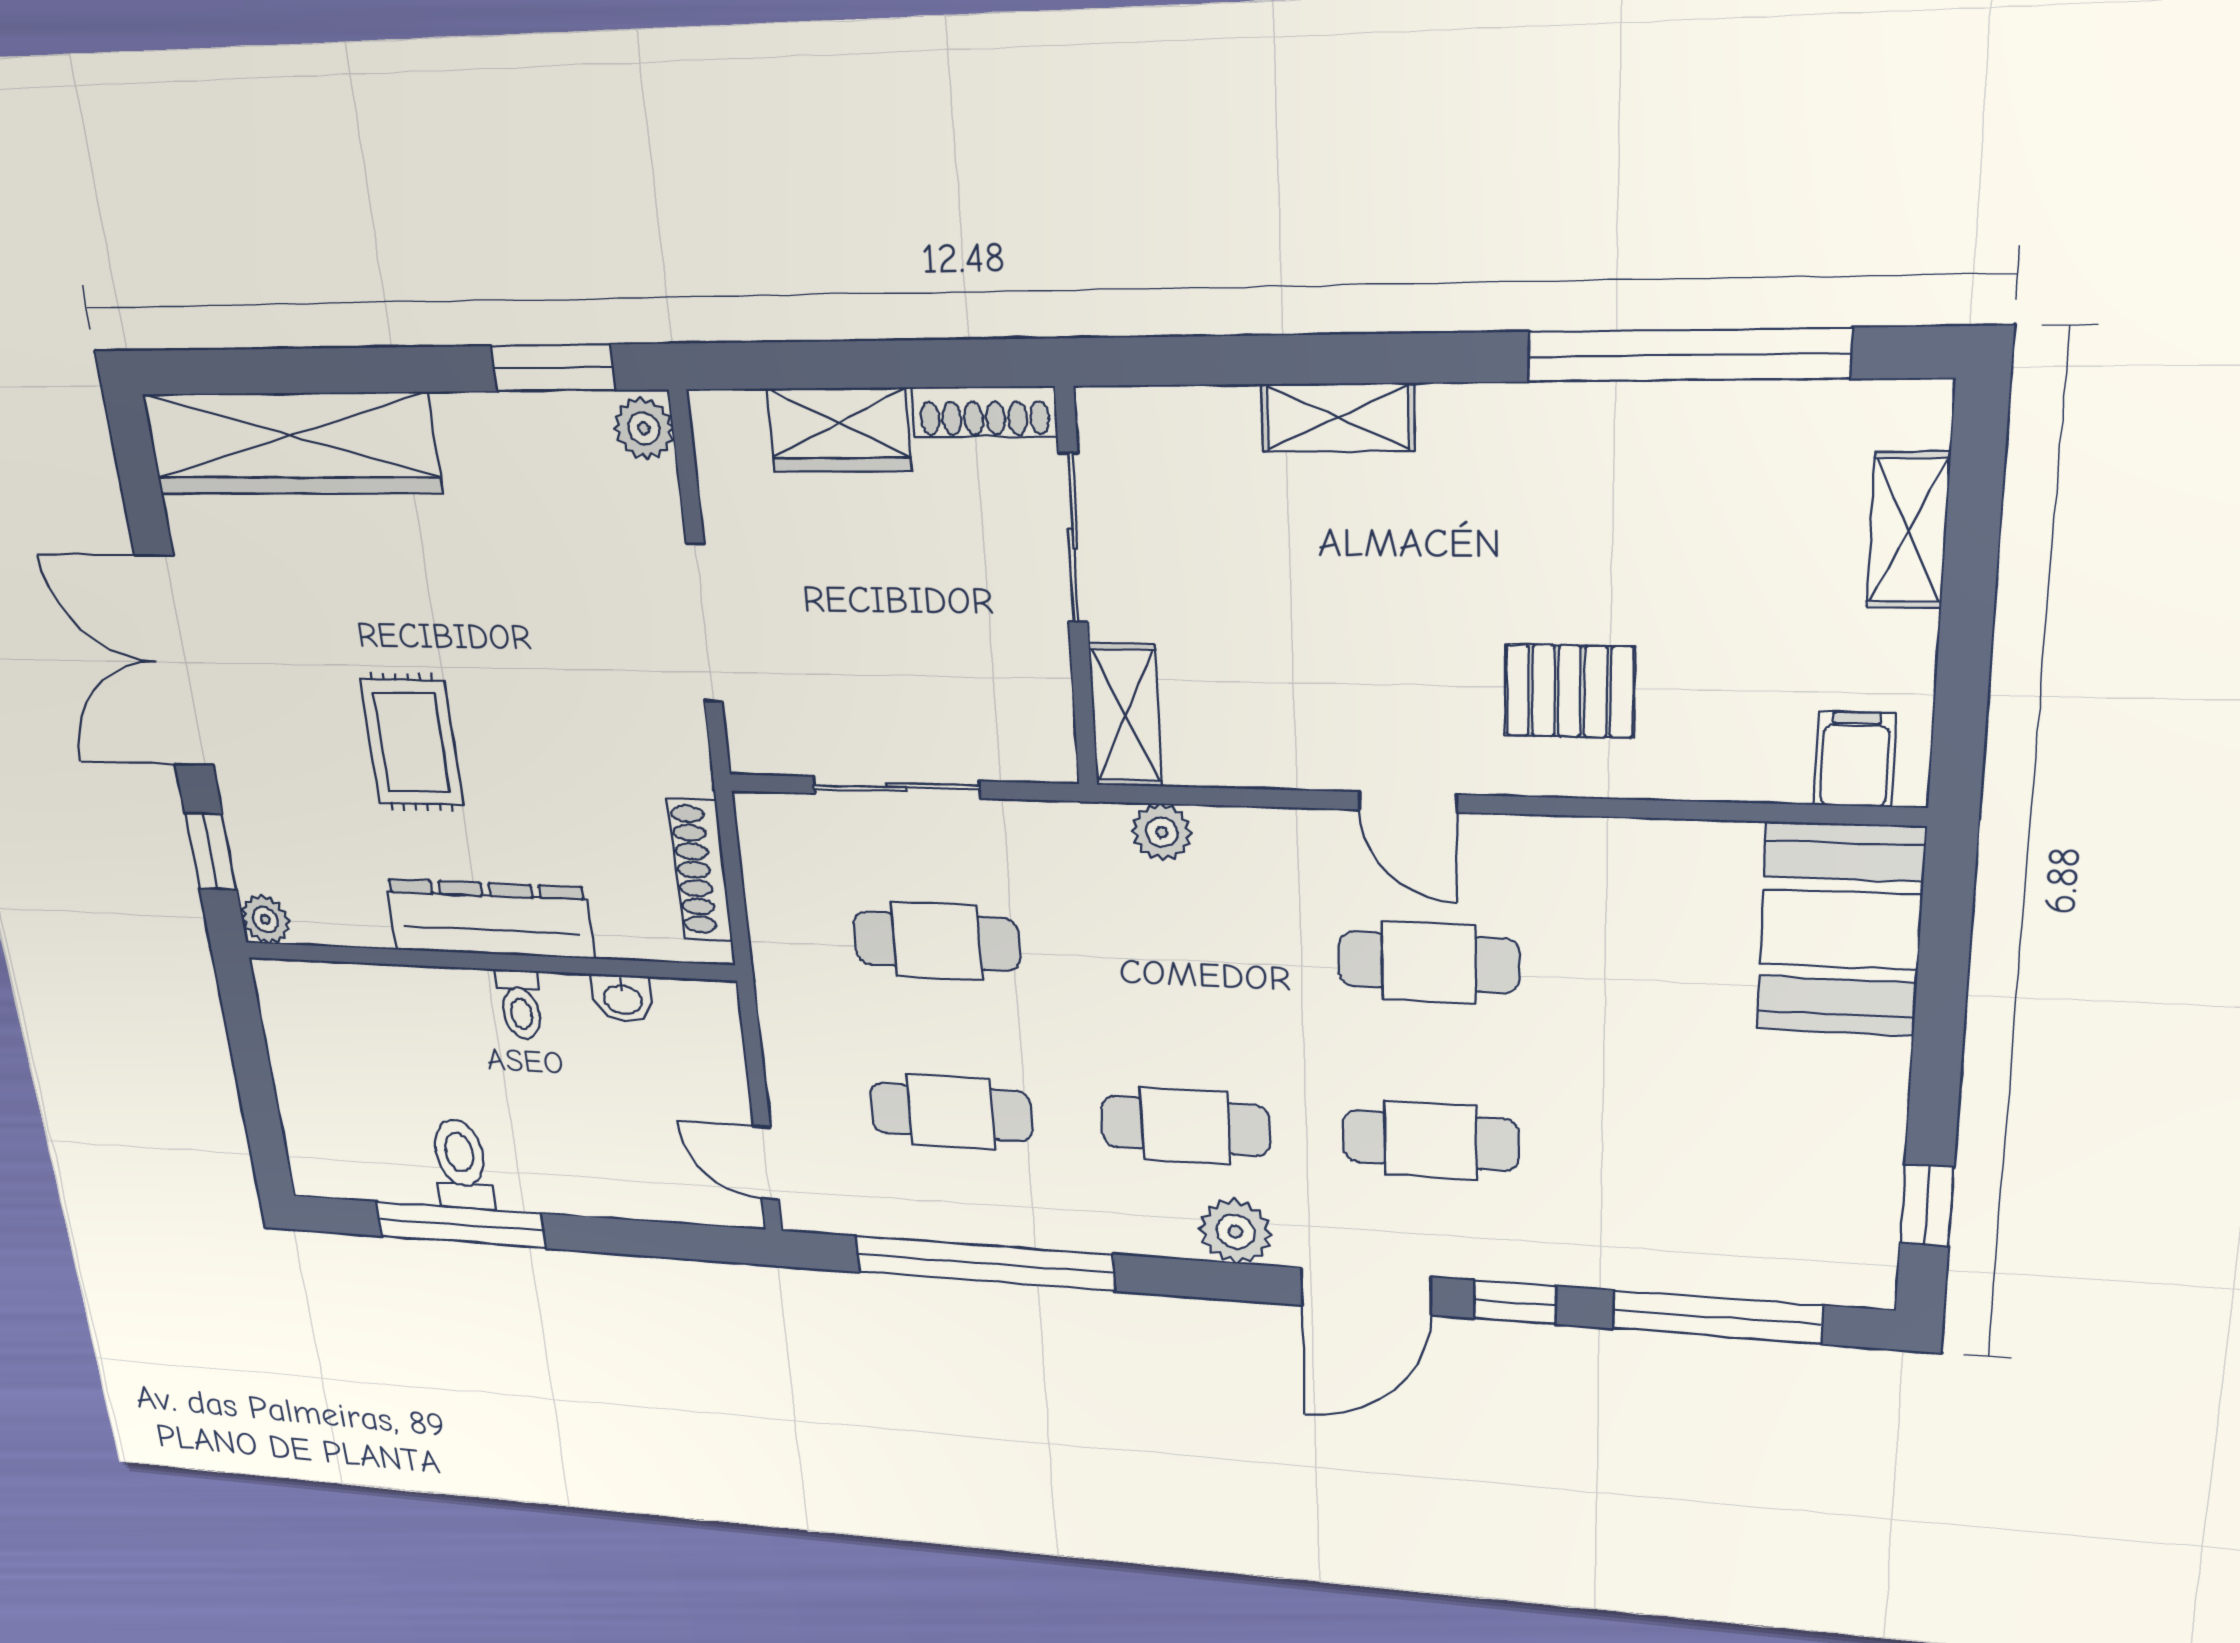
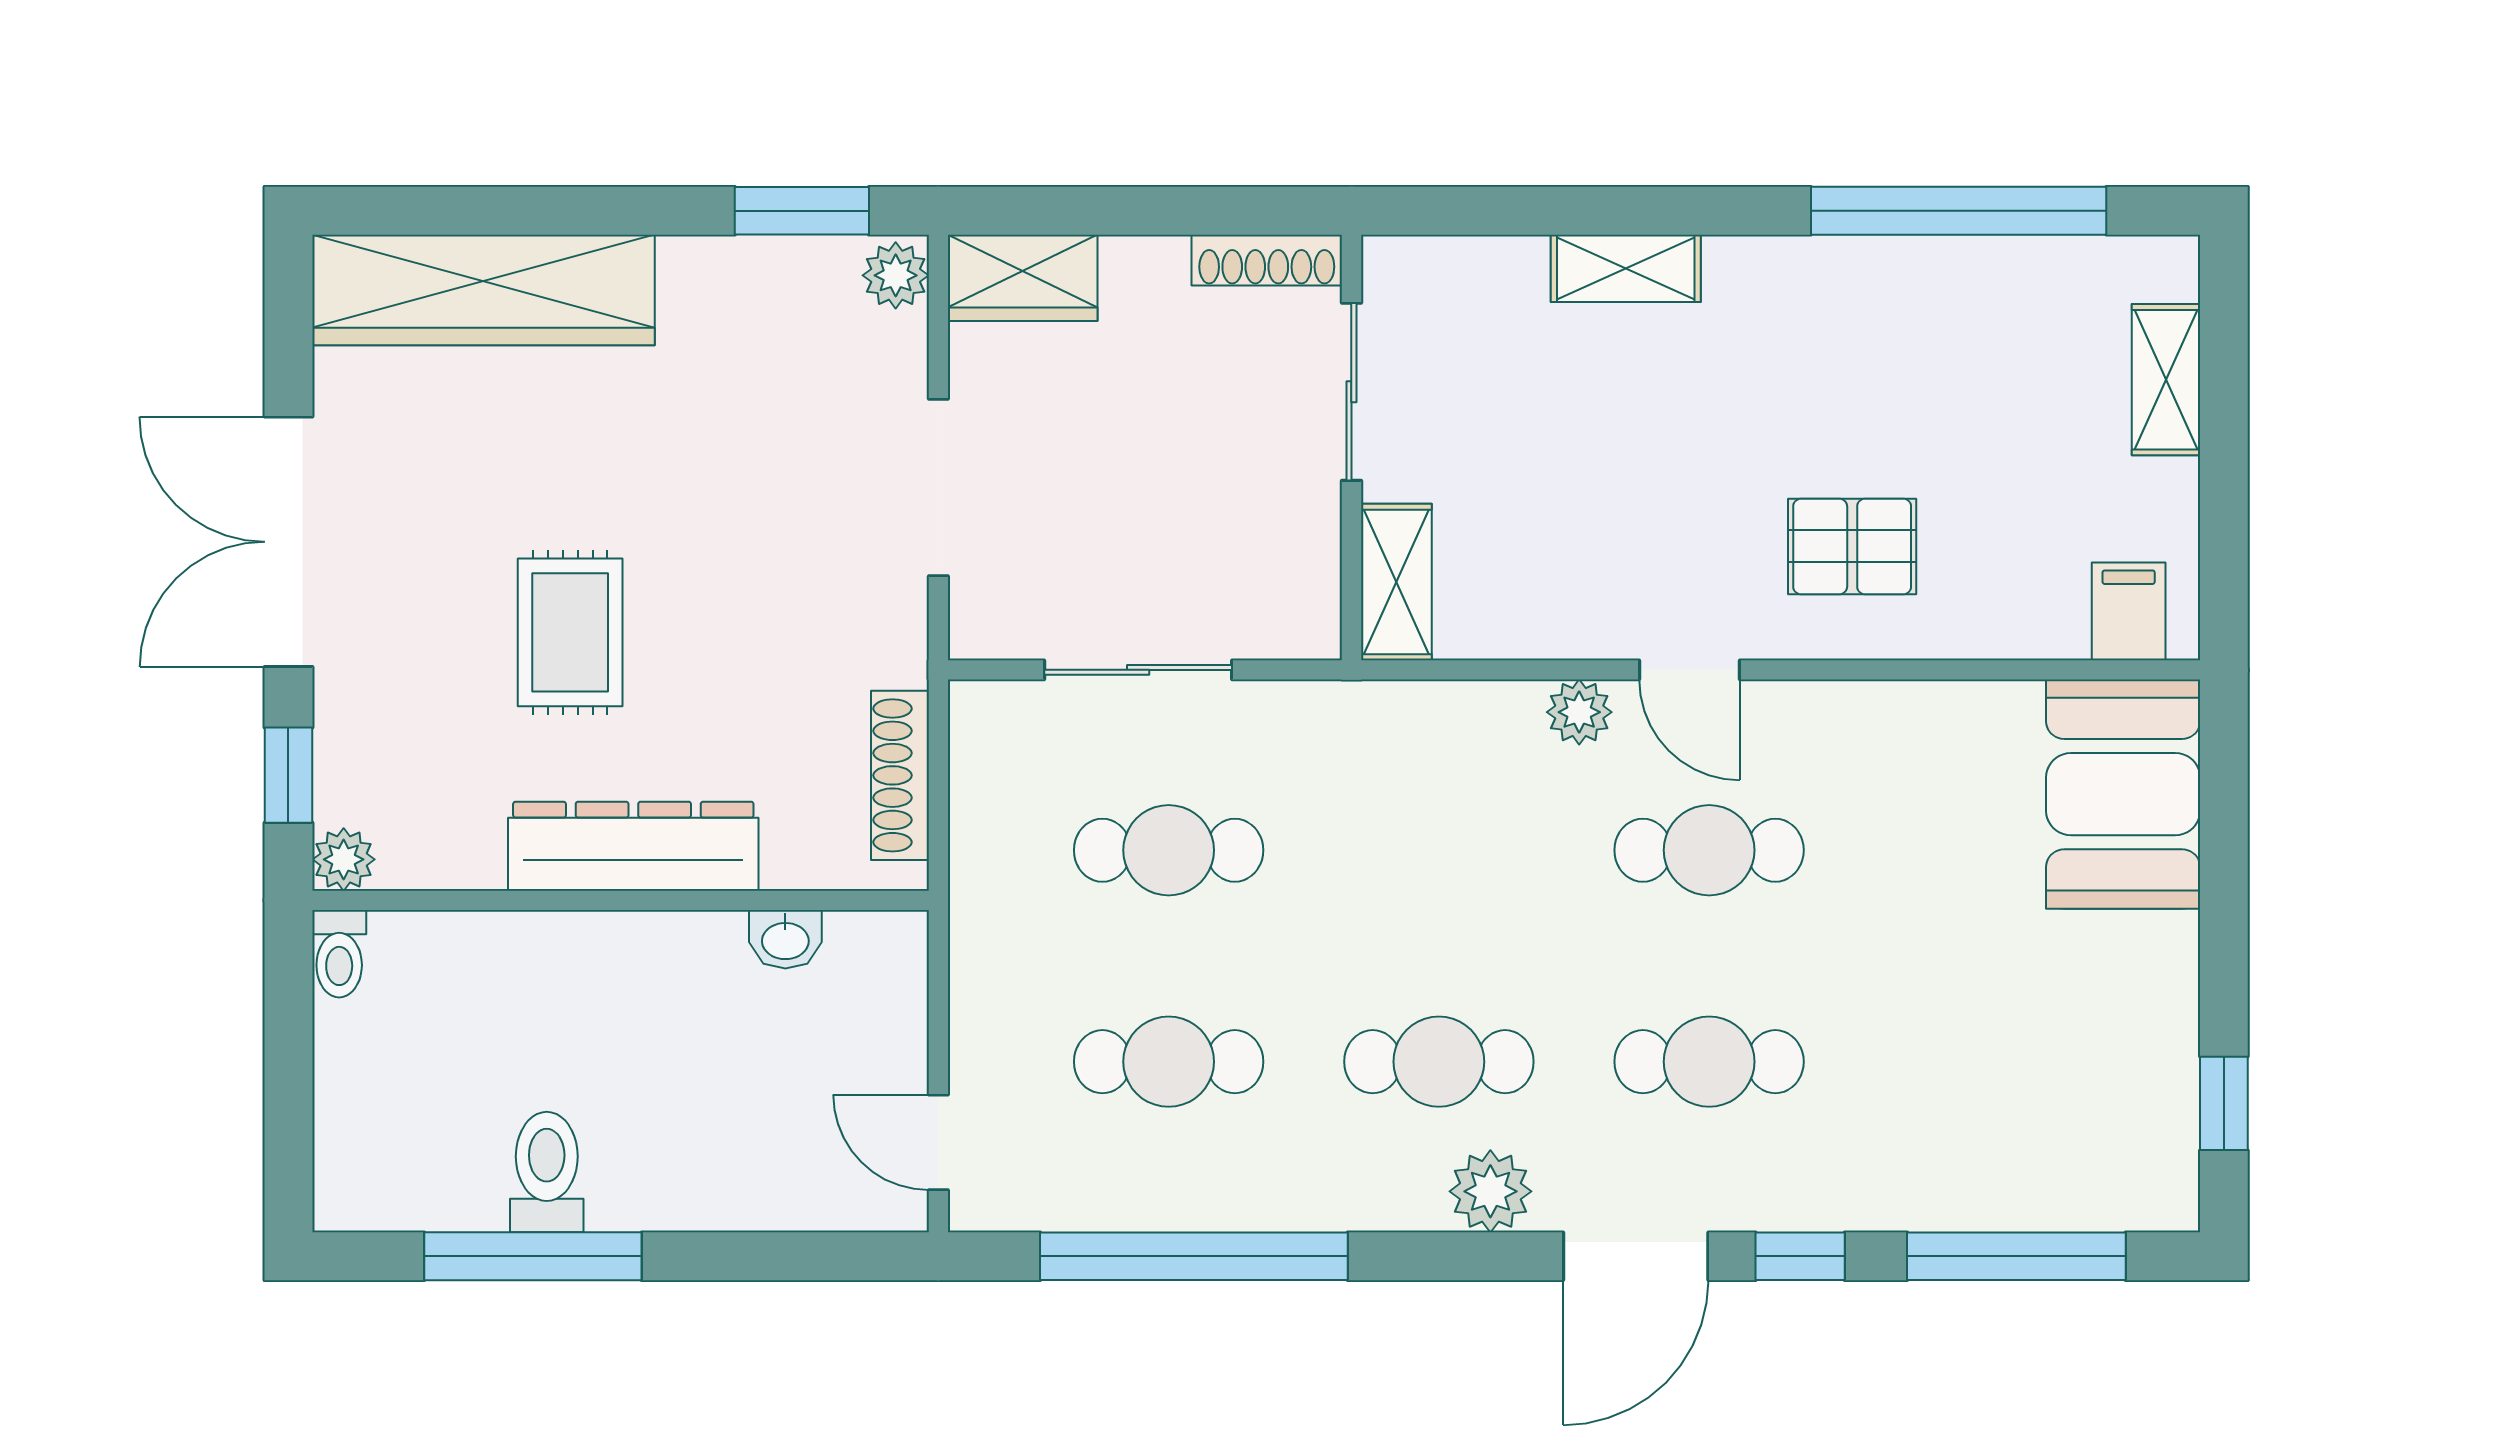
wardrobe: (839, 430) -> (1023, 278), moved
plant: (1162, 832) -> (1579, 712), moved
toilet: (520, 1004) -> (339, 954), moved

